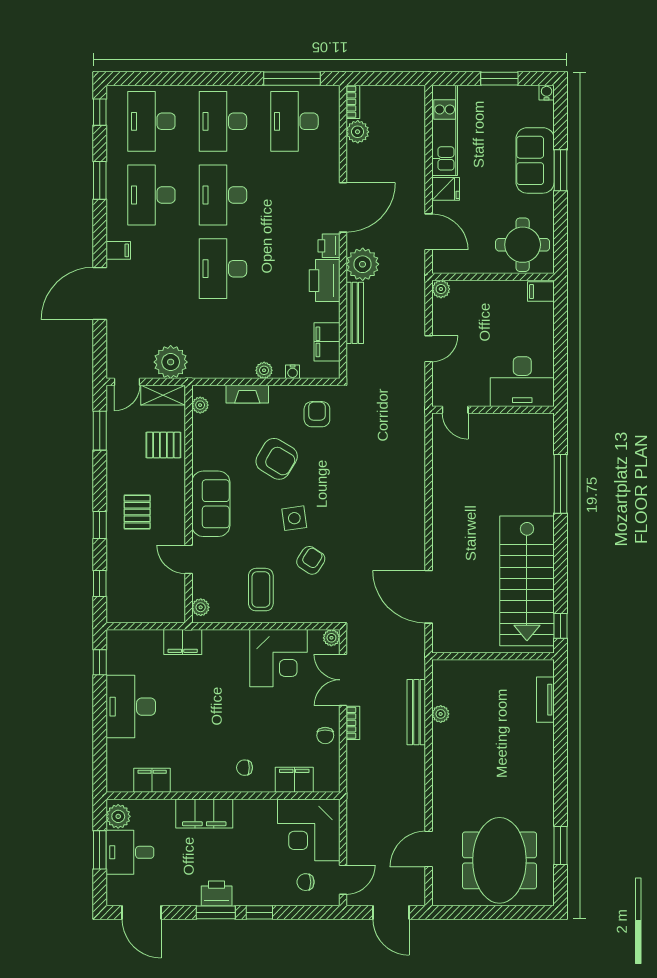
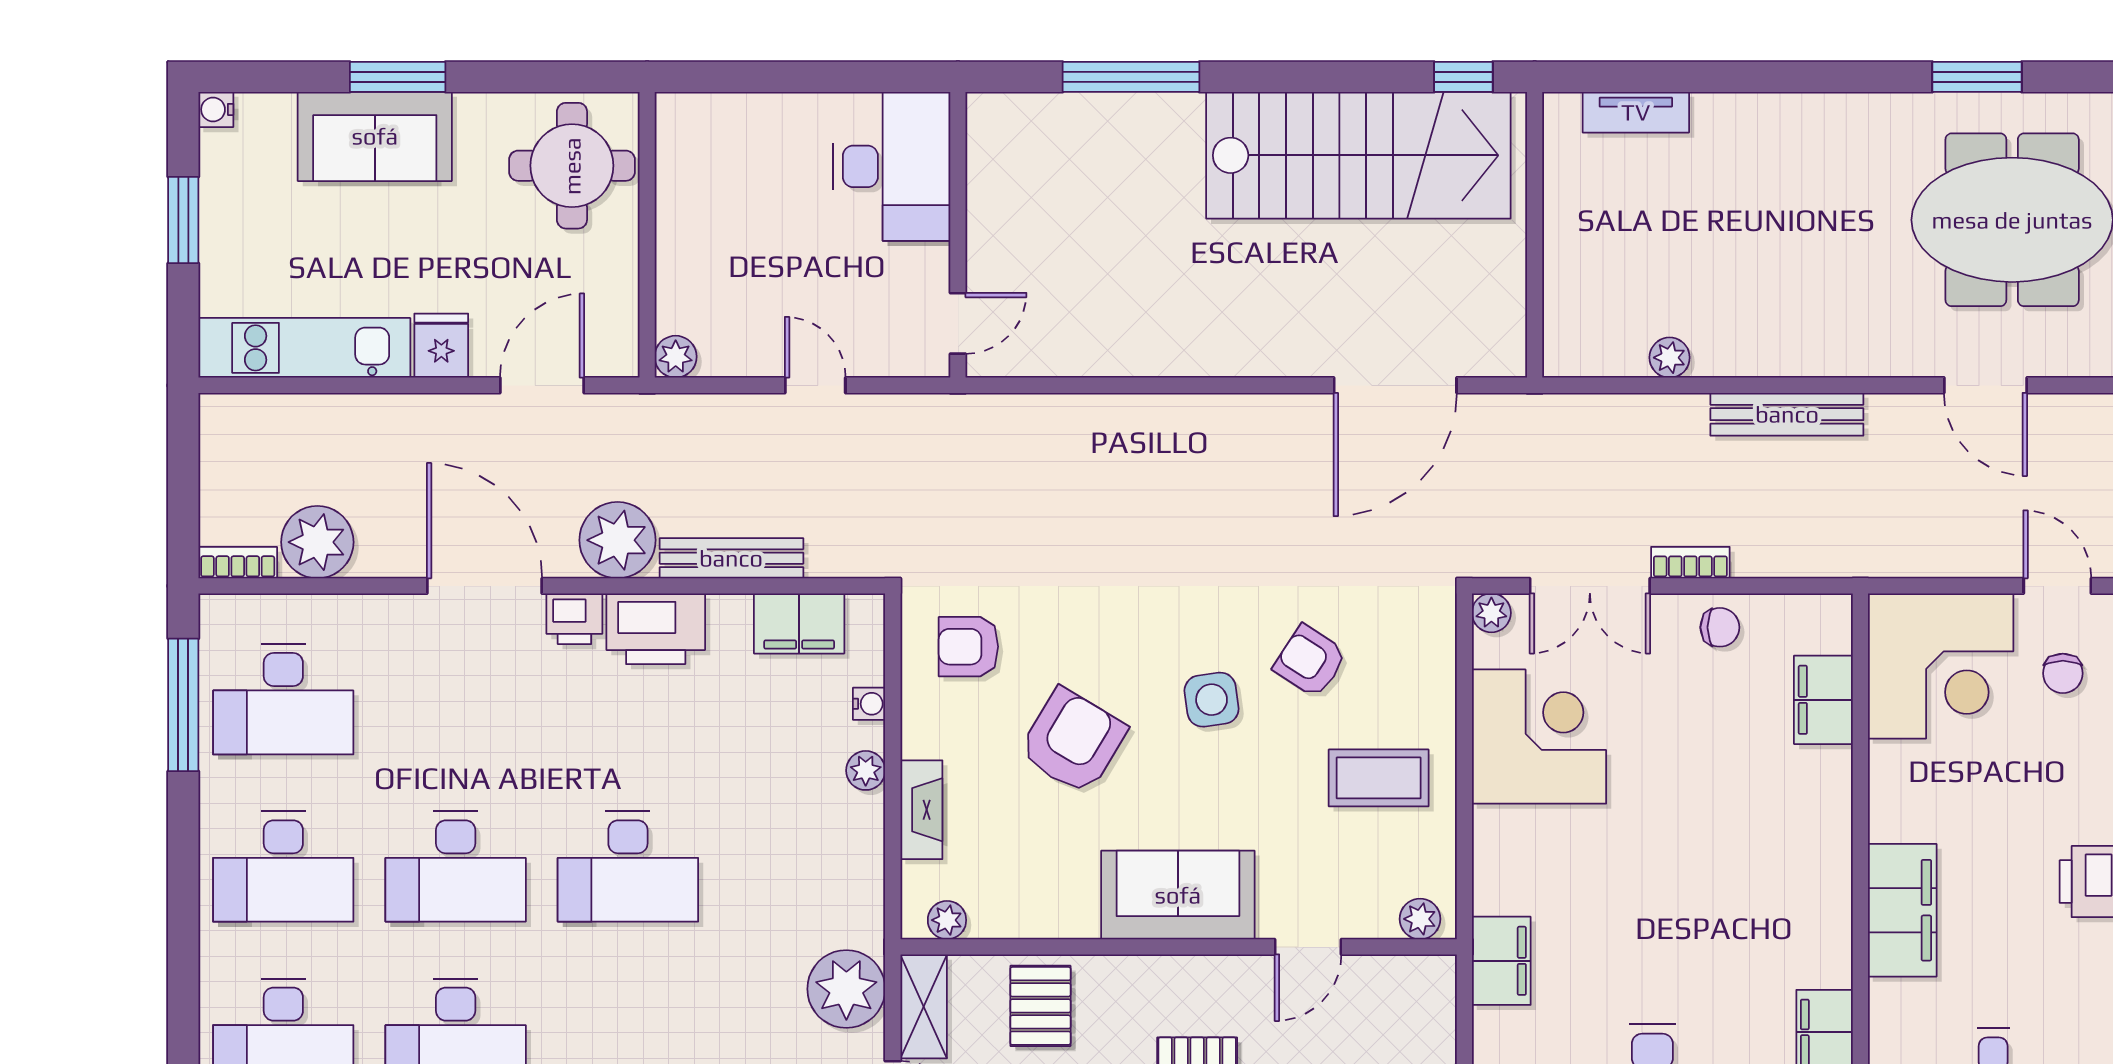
plant: (358, 132) -> (317, 542), width x1.36, depth x1.36
filing cabinet: (541, 292) -> (681, 123), removed
bench: (416, 712) -> (1787, 414), moved
chair: (245, 768) -> (1795, 816), removed

